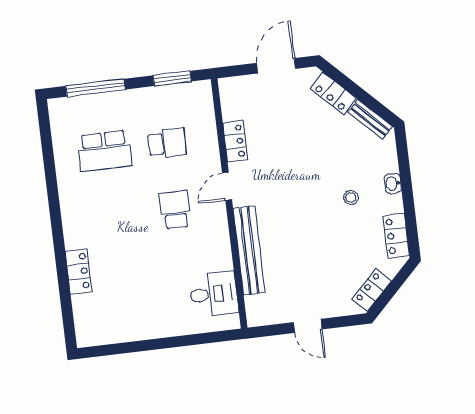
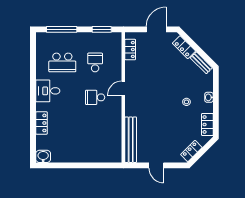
locker: (235, 141) -> (130, 50), moved
school desk: (167, 143) -> (95, 62), turned -90
school desk: (175, 210) -> (95, 97), turned -90
bench: (249, 250) -> (131, 140), moved
desk: (214, 294) -> (48, 91), moved, turned 180
washbasin: (89, 335) -> (43, 156), added

